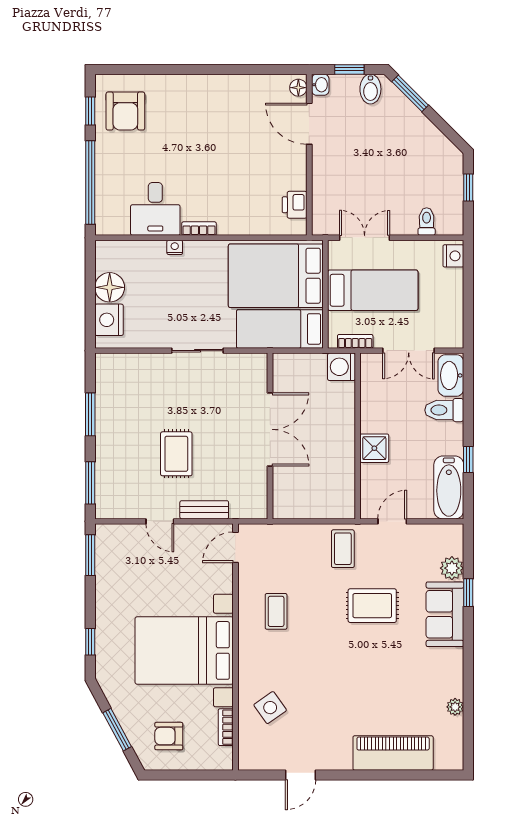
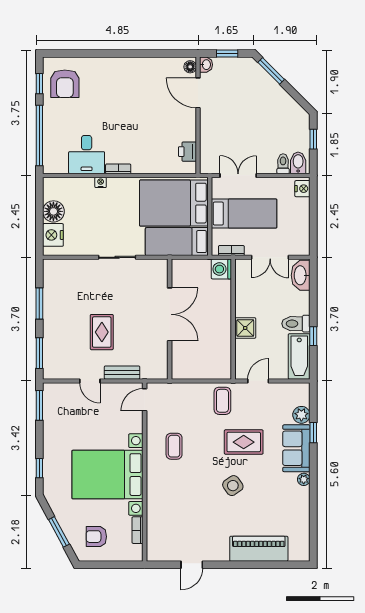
bidet: (370, 89) -> (298, 163), moved, turned 180
toilet: (444, 410) -> (296, 324), moved
plant: (455, 707) -> (304, 479), moved
side table: (270, 708) -> (233, 486), moved

